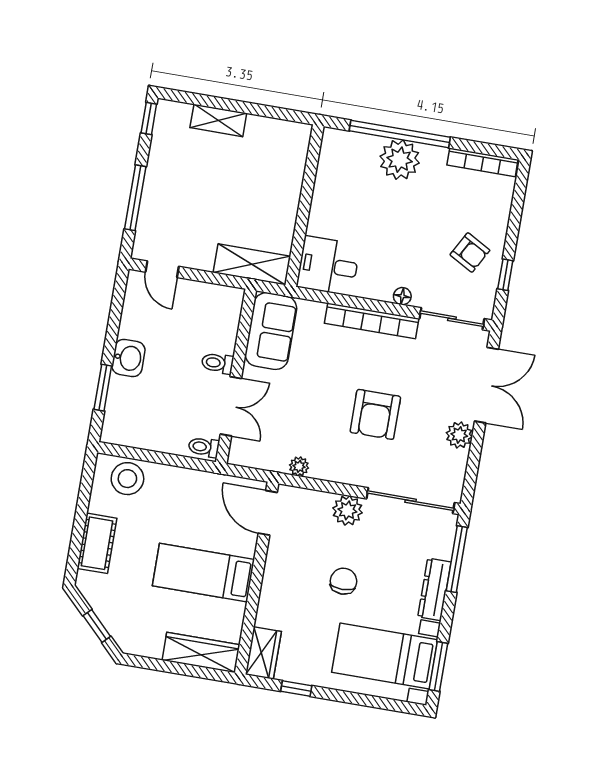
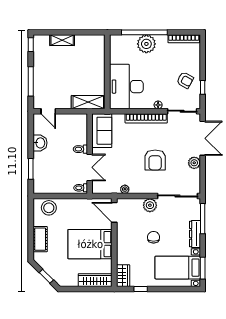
desk: (328, 266) -> (126, 87), width x1.87, depth x1.30
washbasin: (128, 358) -> (40, 143), moved
bed: (203, 573) -> (90, 244), width x1.50

